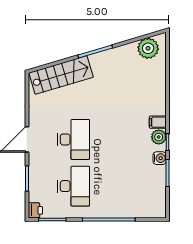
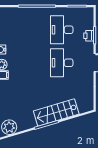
stairs: (61, 75) -> (56, 113), moved
printer: (35, 210) -> (89, 36), moved

